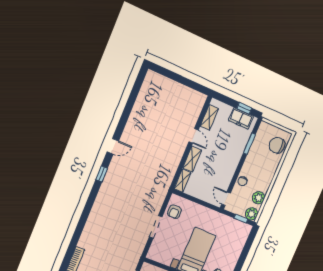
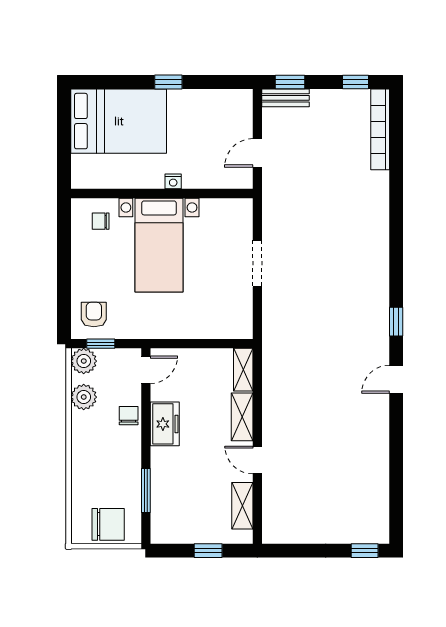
window: (161, 71) -> (365, 551), added
window: (244, 108) -> (208, 551), moved
freezer: (241, 118) -> (165, 424), moved, turned 90
chair: (277, 145) -> (108, 524), moved
door: (226, 199) -> (146, 370), hinge flipped
armchair: (174, 212) -> (94, 315), moved

